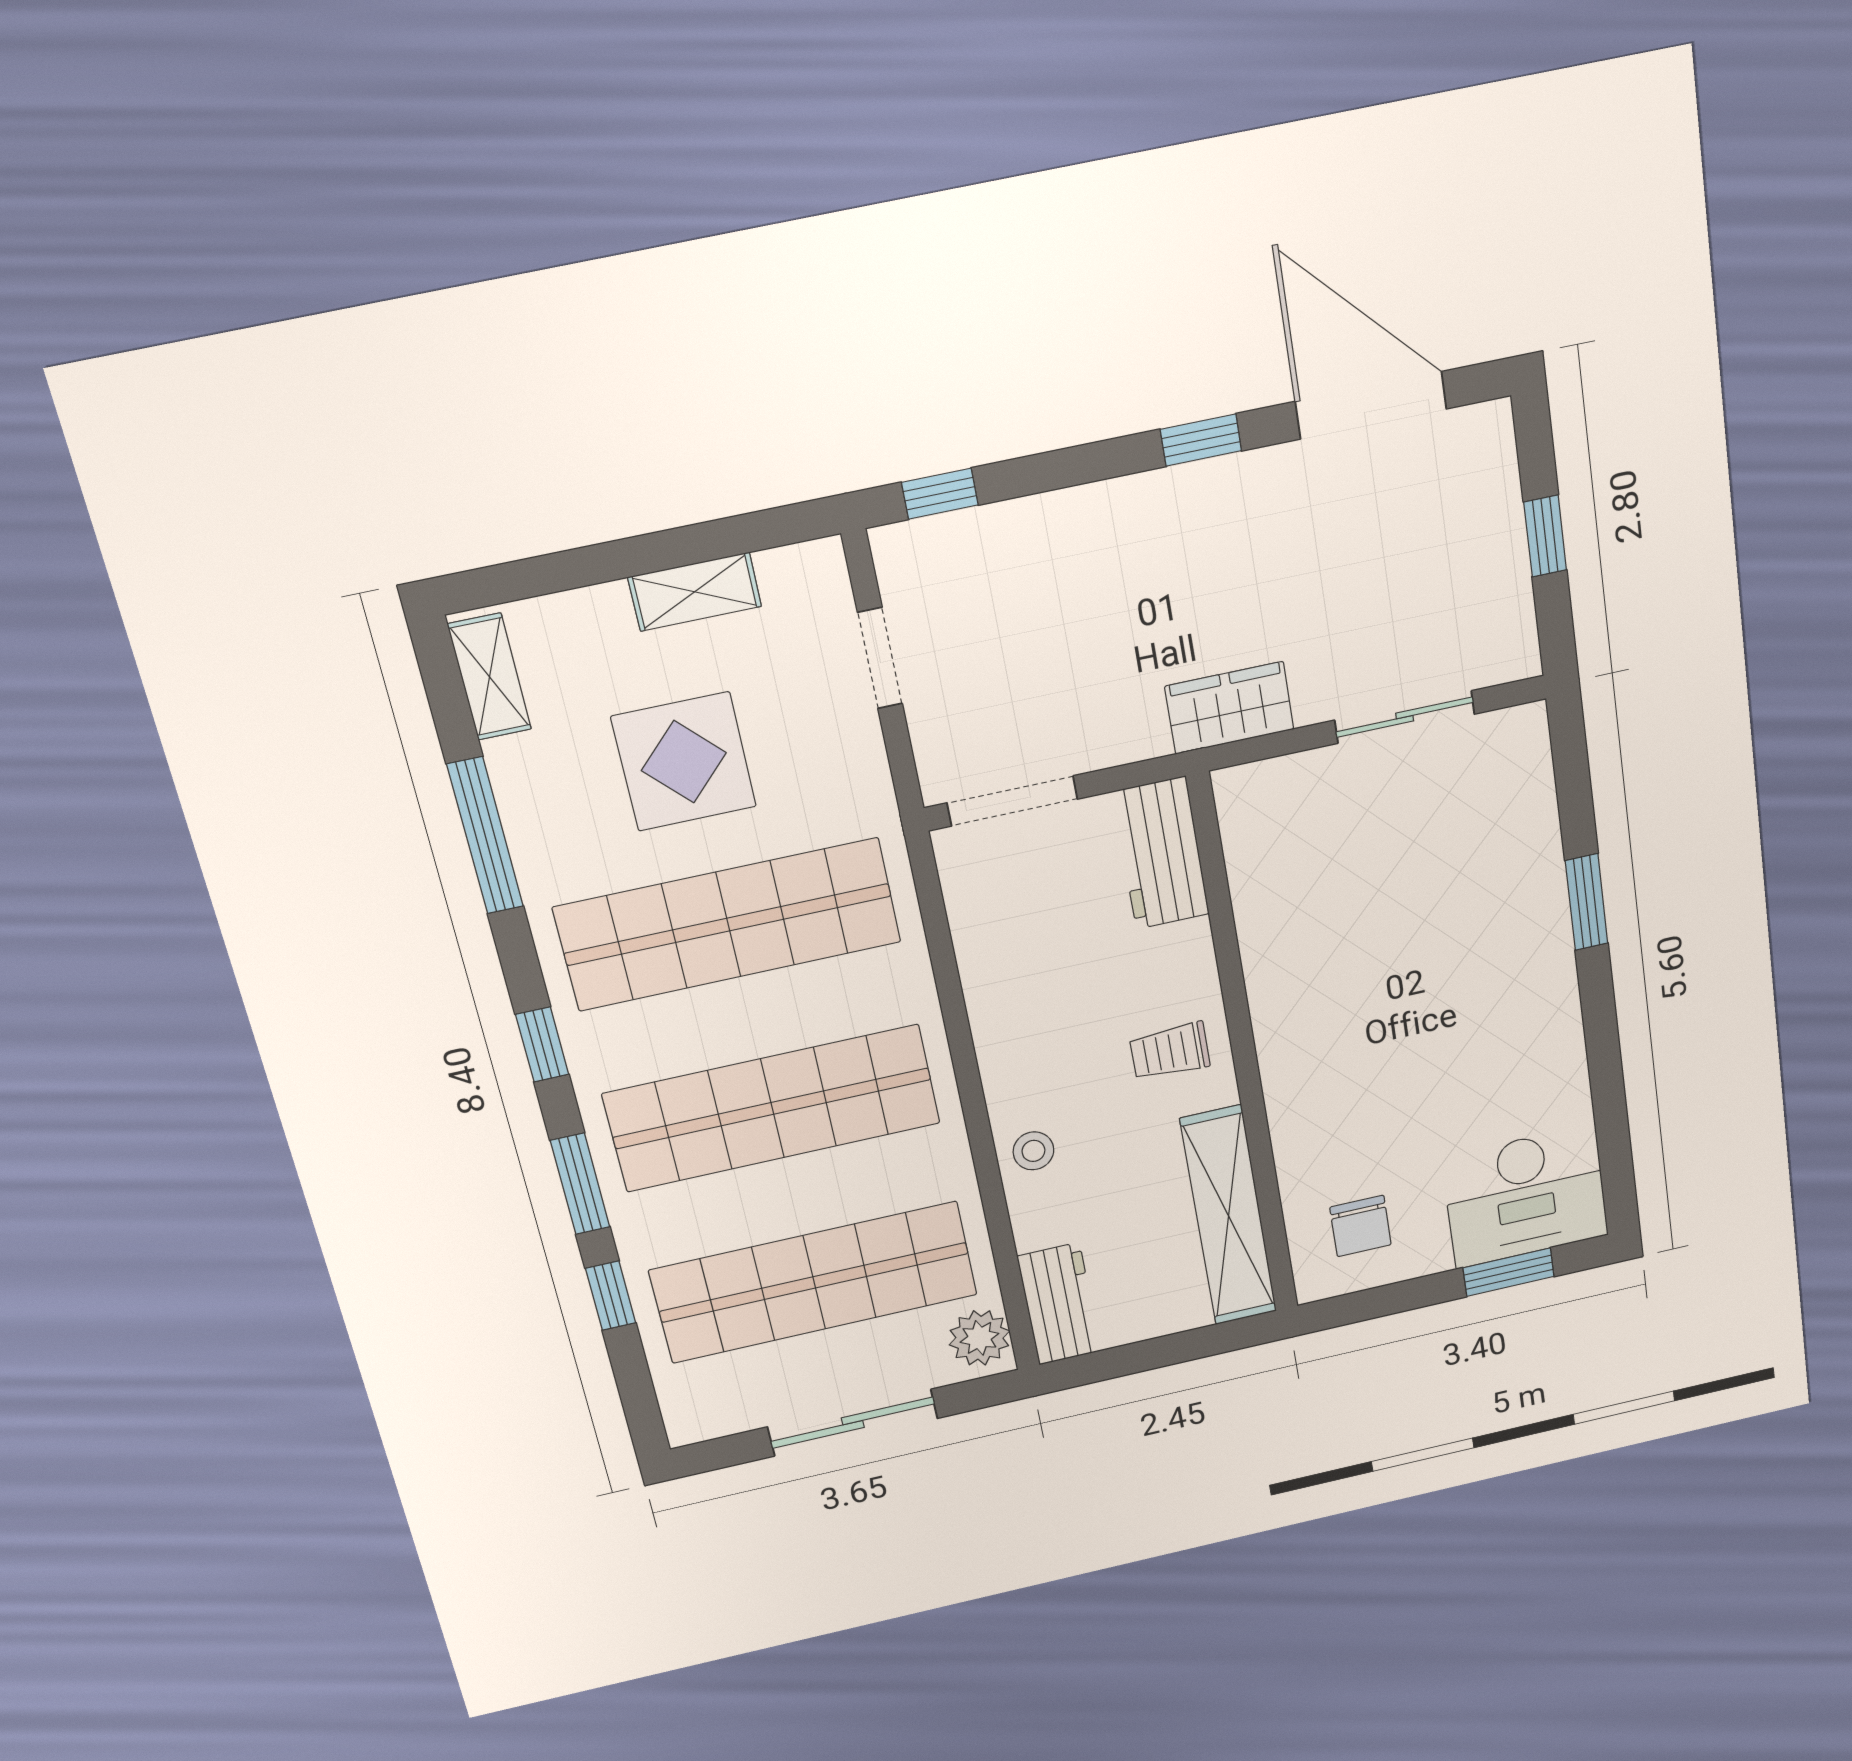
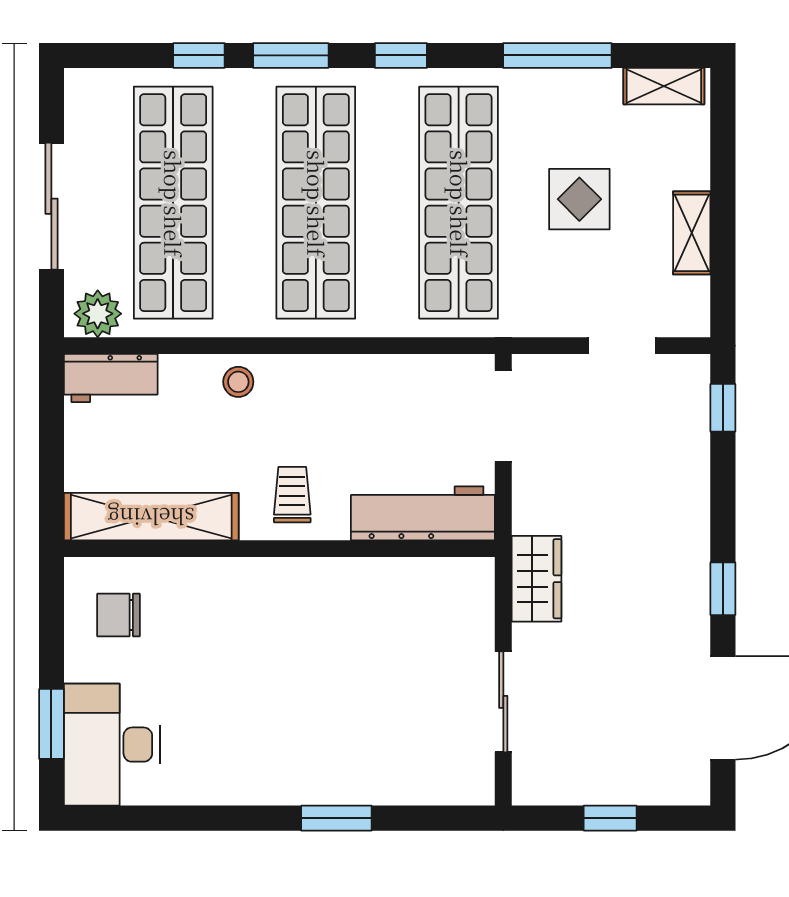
display table: (684, 762) -> (579, 199), width x0.73, depth x0.73
workbench: (1161, 853) -> (423, 513), width x1.38

